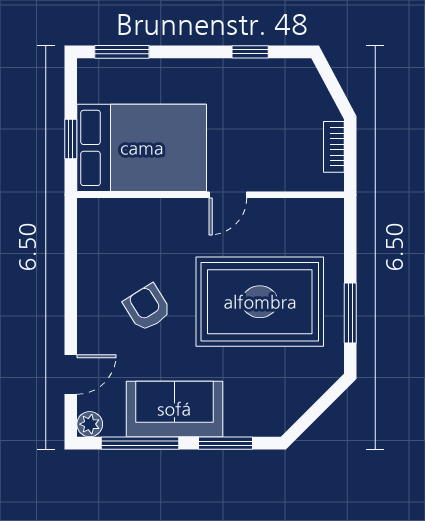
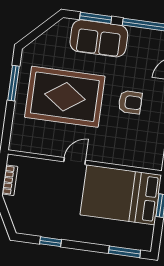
armchair: (147, 308) -> (130, 102), turned -58
sofa: (174, 409) -> (99, 38), moved

